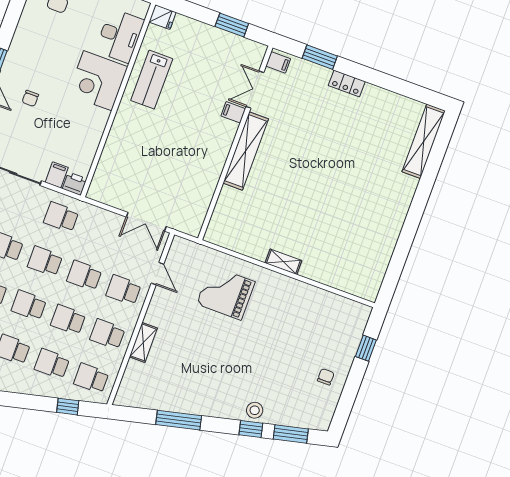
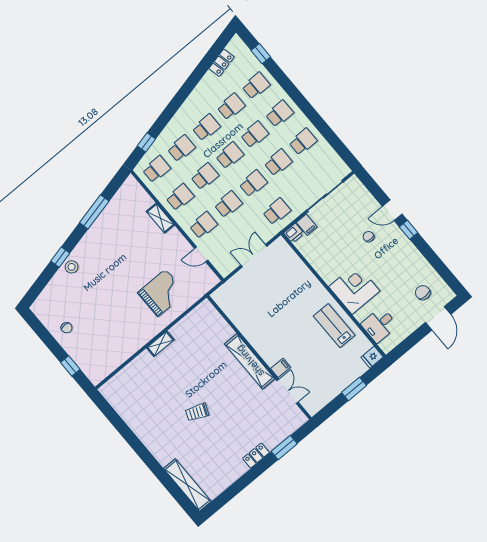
window: (232, 25) -> (354, 389), moved
desk: (120, 36) -> (379, 325), width x0.73
filing cabinet: (278, 62) -> (297, 417), removed
trolley: (336, 177) -> (197, 412), added
double door: (146, 222) -> (254, 256), moved
window: (291, 434) -> (42, 282), removed

